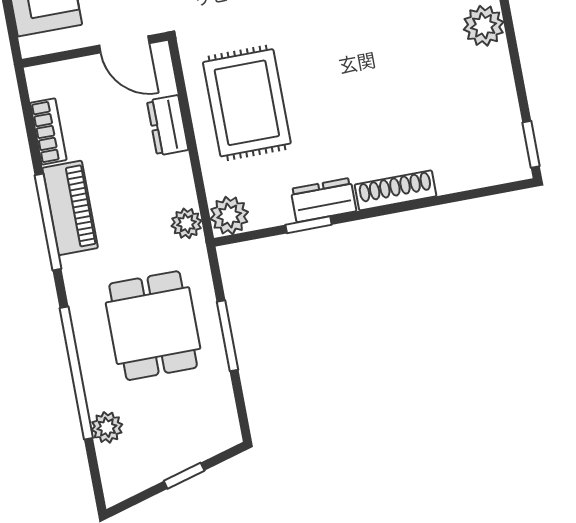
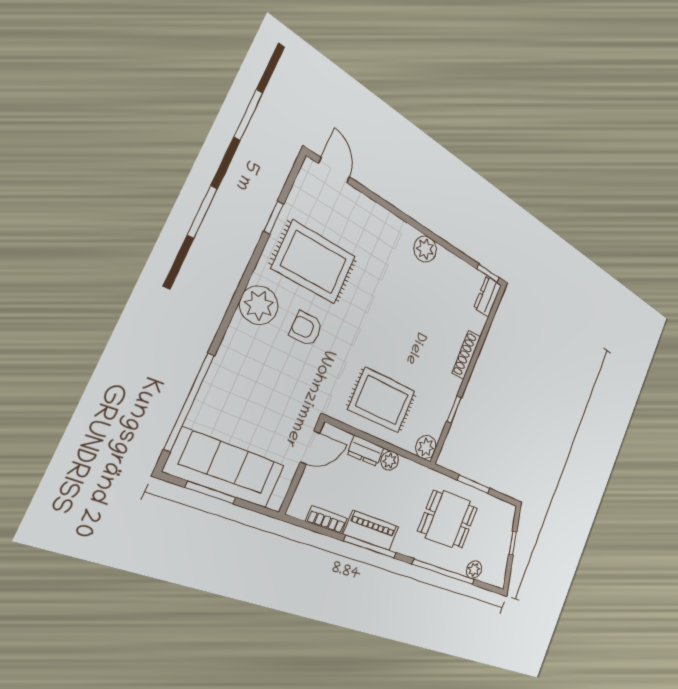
dresser: (323, 200) -> (488, 296), moved
plant: (186, 223) -> (390, 461), moved

